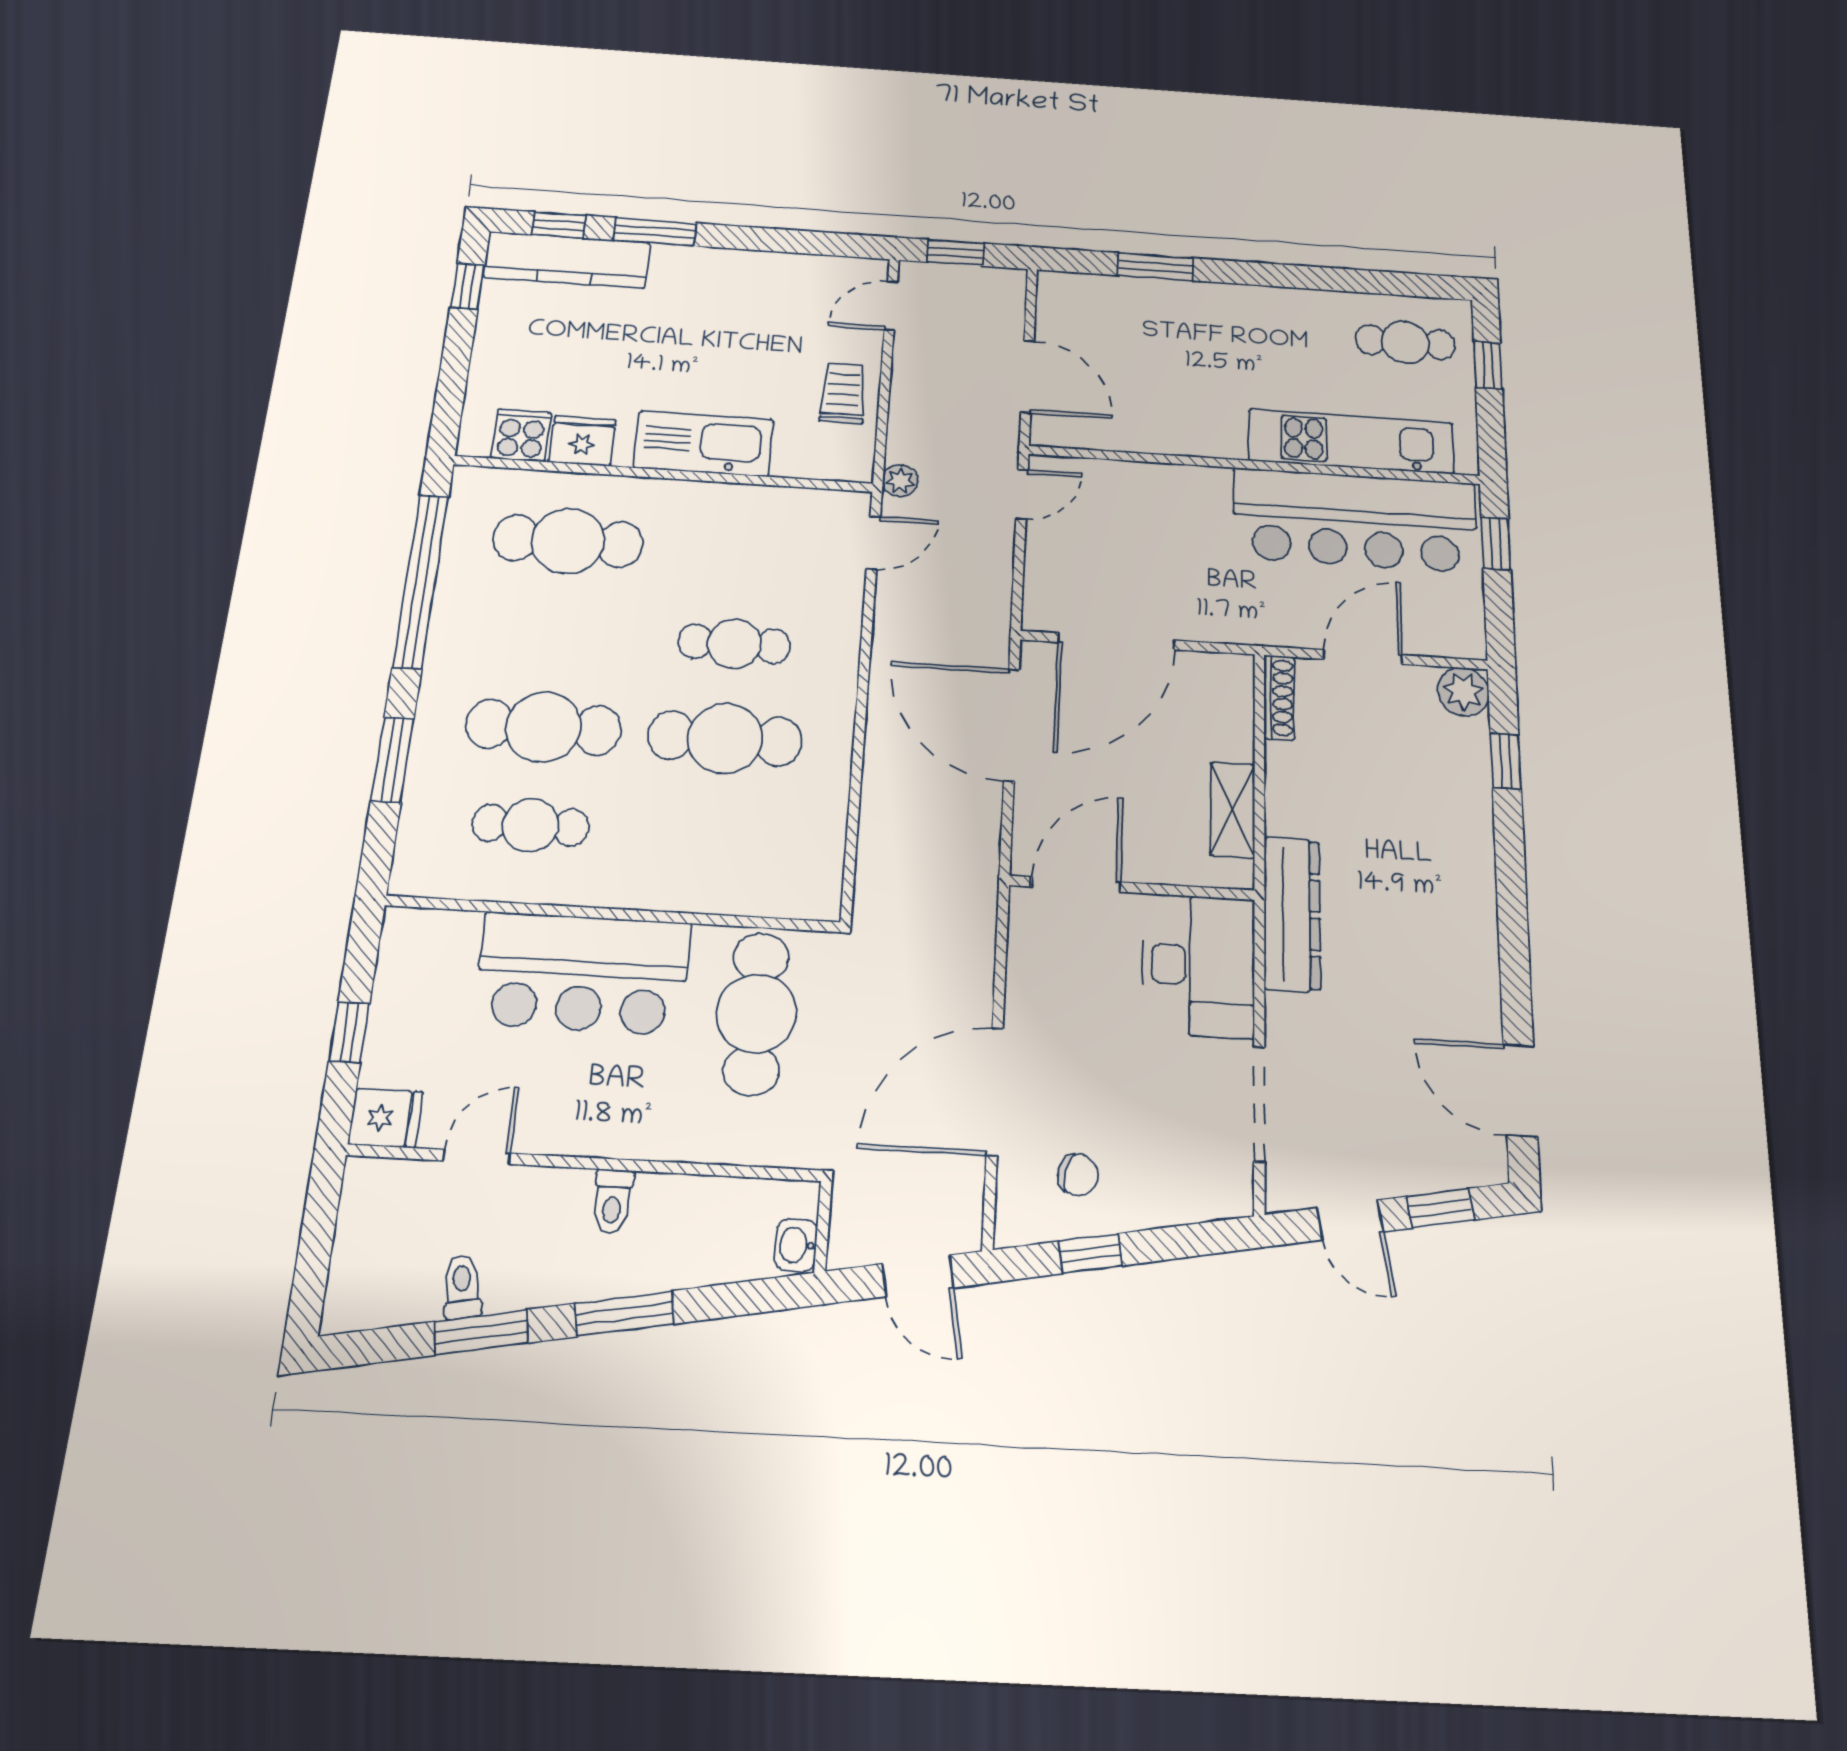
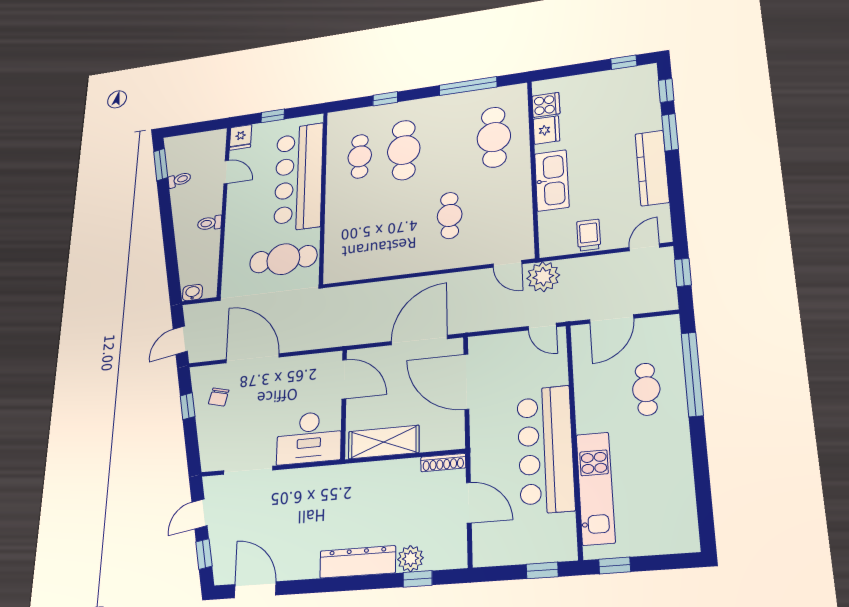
kitchen counter: (567, 260) -> (652, 168), moved
window: (1156, 267) -> (692, 374), width x2.11
door: (891, 305) -> (644, 247), hinge flipped
cafe table: (1405, 342) -> (646, 389), moved
window: (1488, 365) -> (615, 565), moved
trolley: (843, 393) -> (589, 235), turned -90
plant: (900, 481) -> (543, 277), width x1.88, depth x1.88
bar counter: (1355, 520) -> (545, 449), moved
window: (421, 581) -> (468, 86), width x0.68
plant: (1463, 692) -> (410, 559), moved
cafe table: (725, 738) -> (404, 221), removed
window: (392, 760) -> (385, 99), width x0.67
shelving: (1233, 810) -> (384, 442), width x1.50, depth x1.33
dresser: (1292, 914) -> (358, 562), moved, turned 180
bar counter: (583, 973) -> (299, 177), width x1.36
door: (1520, 1090) -> (255, 590), hinge flipped
window: (625, 1314) -> (169, 237), removed
window: (481, 1332) -> (161, 164), moved

